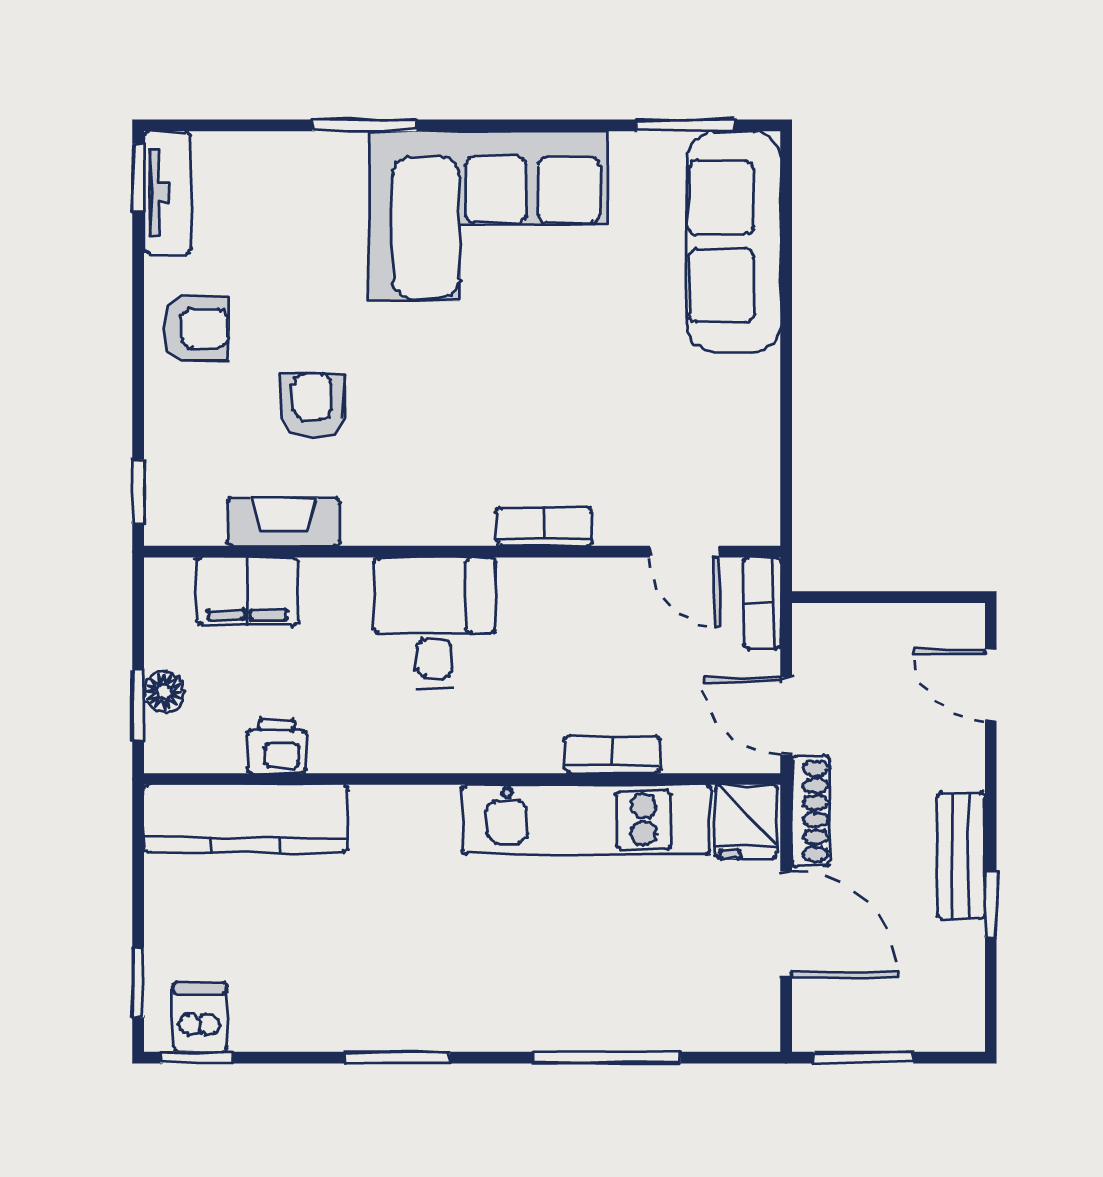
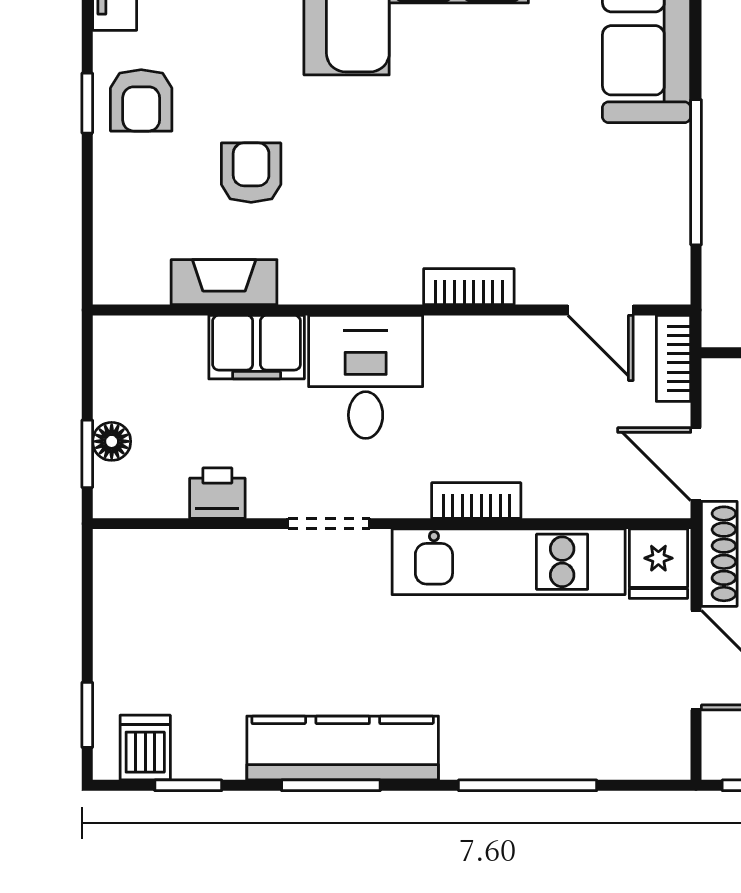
armchair: (195, 328) -> (141, 100), turned 90
window: (786, 405) -> (696, 172), added
window: (138, 492) -> (87, 103), moved
filing cabinet: (247, 591) -> (257, 347), moved
bookcase: (613, 754) -> (476, 500), moved
doorway: (395, 779) -> (329, 524), added
kitchen counter: (246, 819) -> (343, 748), moved, turned 180
window: (196, 1058) -> (188, 785), moved

